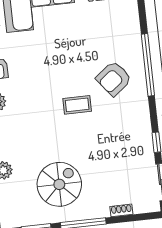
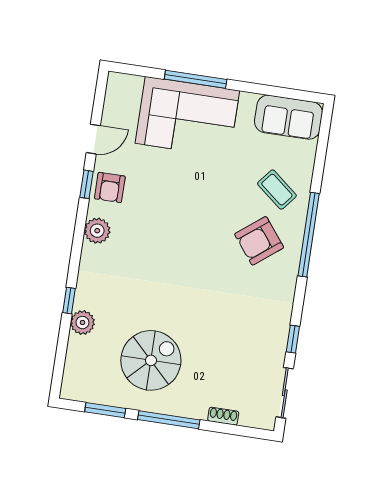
coffee table: (77, 105) -> (277, 190), moved, turned 39

